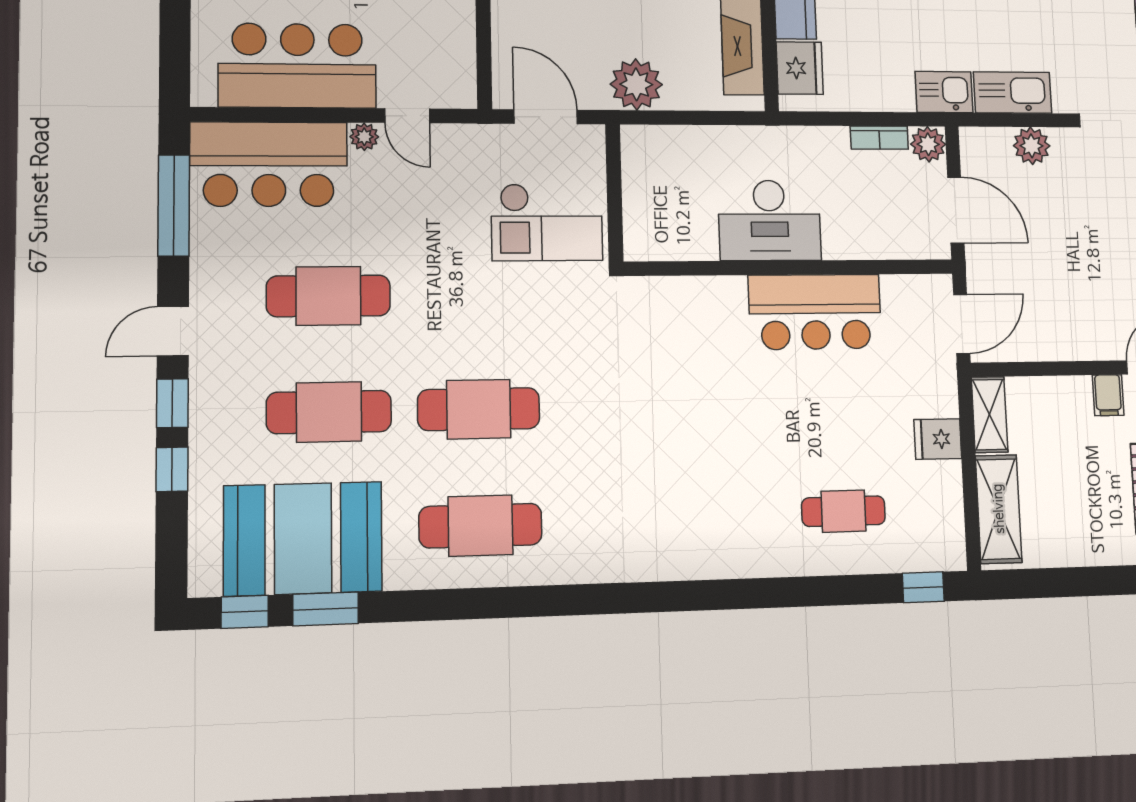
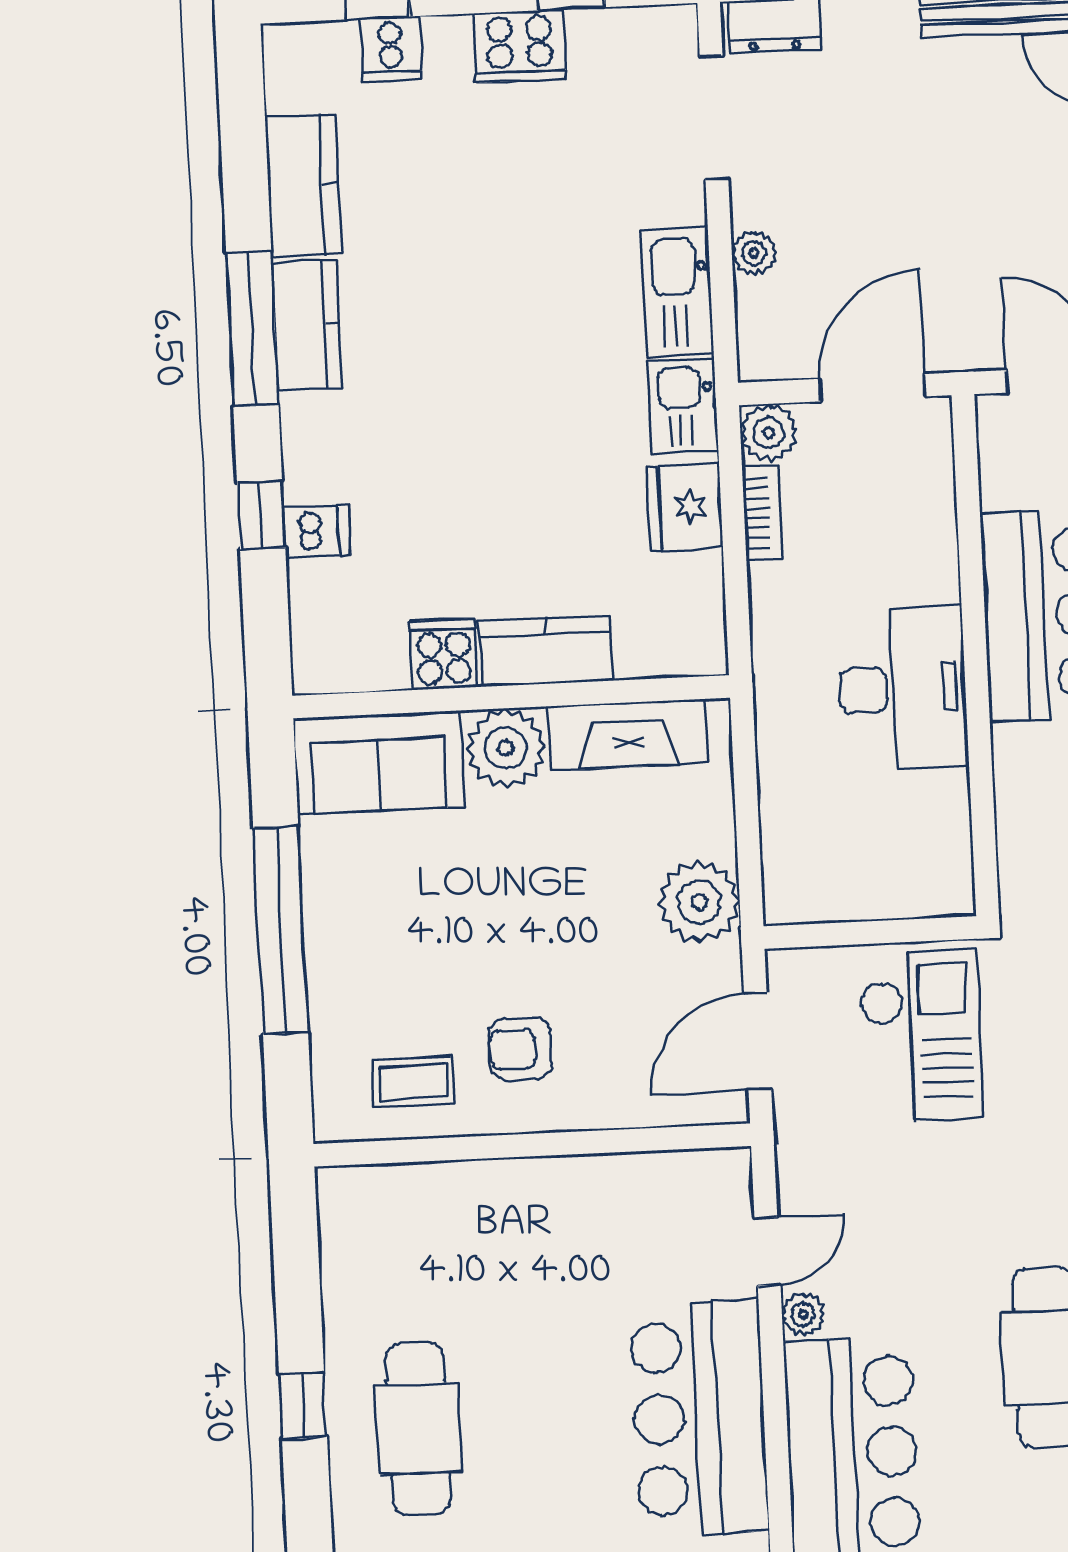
fridge: (800, 68) -> (685, 507), moved, turned -90
plant: (1032, 146) -> (754, 253), width x0.73, depth x0.73

